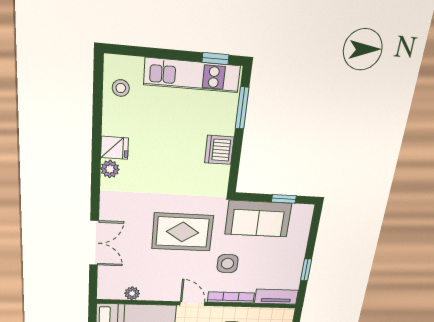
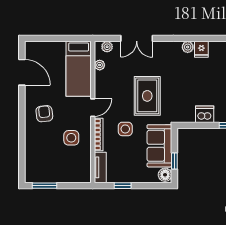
floor lamp: (301, 213) -> (165, 175), added
plant: (105, 283) -> (107, 47), added

